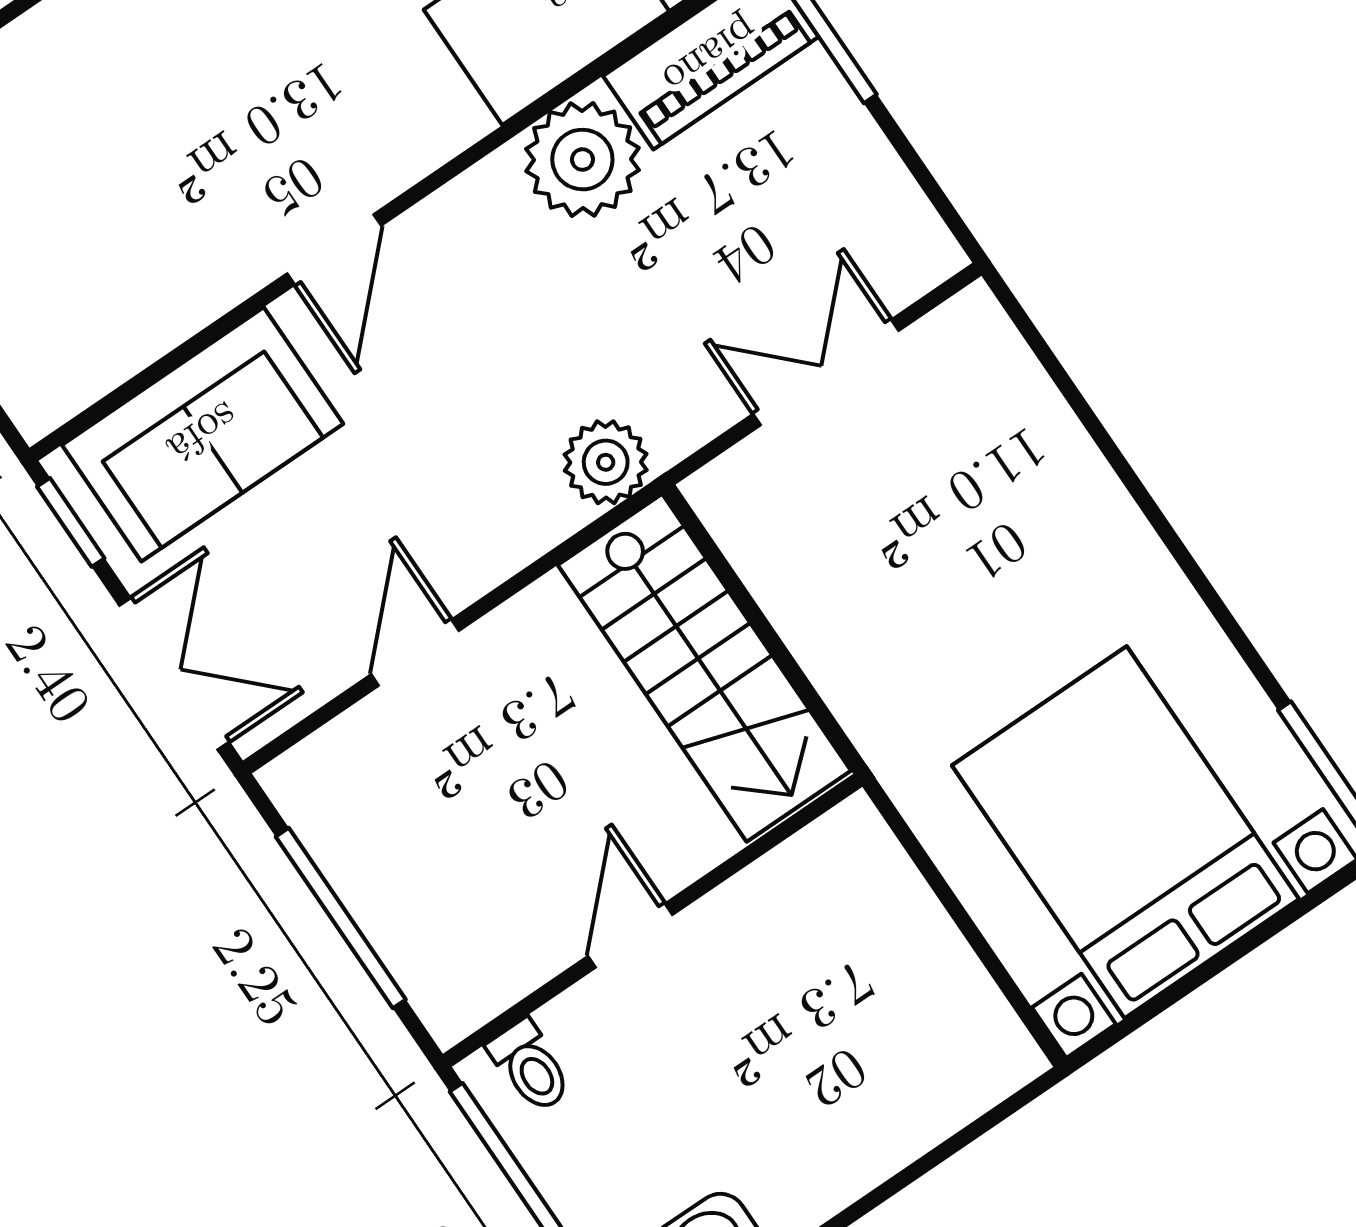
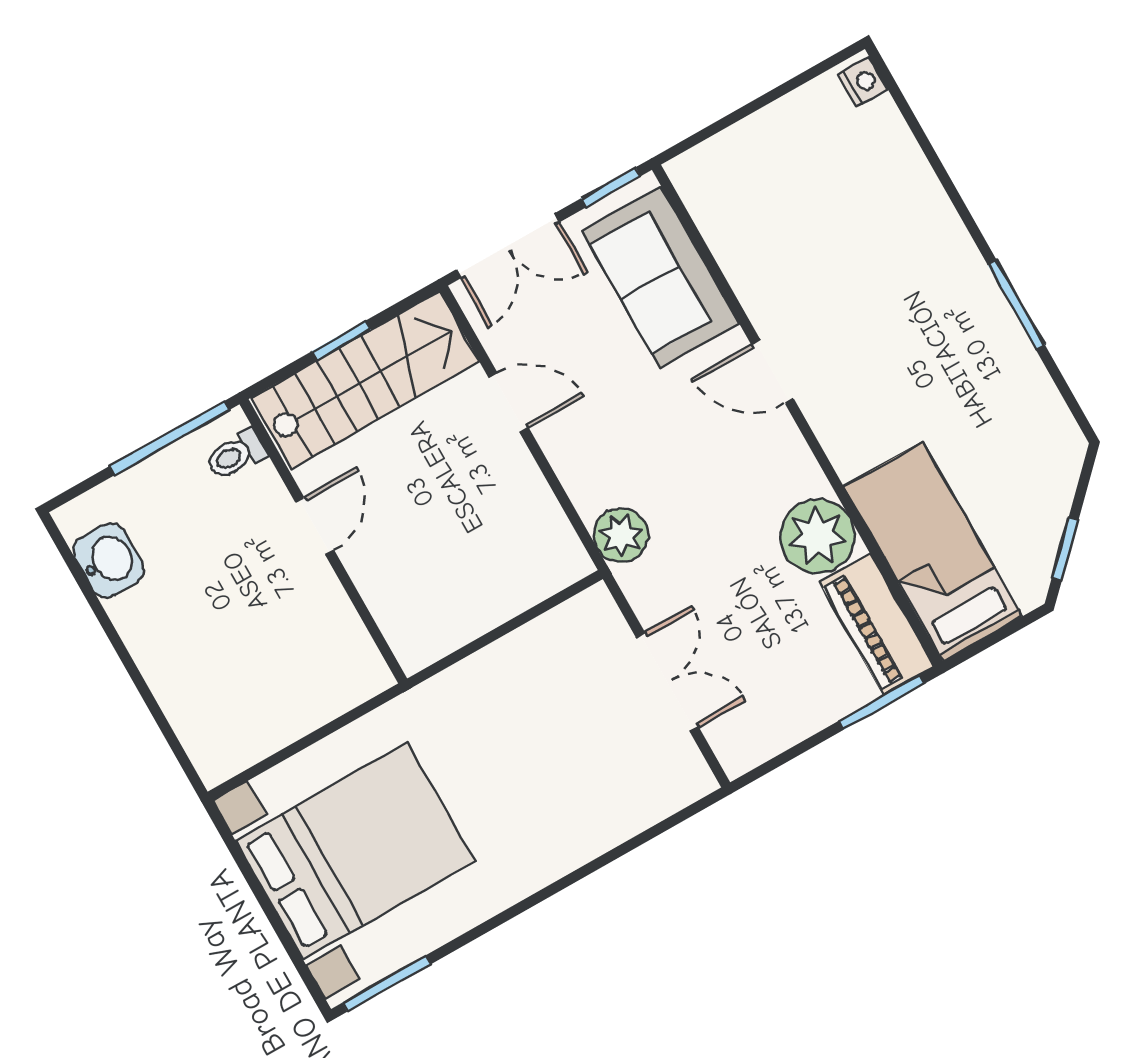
stairs: (704, 668) -> (365, 380), moved, turned 180
window: (341, 918) -> (341, 340), width x0.46
door: (630, 935) -> (315, 526), hinge flipped

